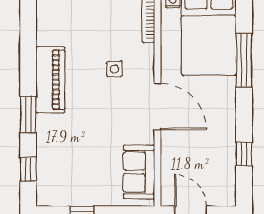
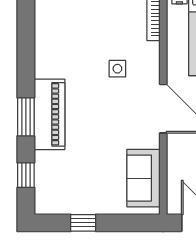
piano: (50, 80) -> (49, 114), moved

